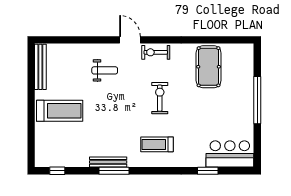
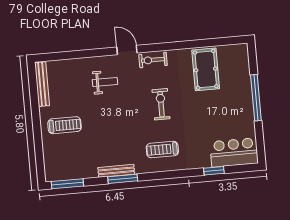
treadmill: (60, 111) -> (65, 125), width x0.73, depth x0.73
window: (57, 171) -> (67, 184), width x2.17

